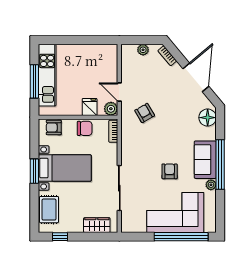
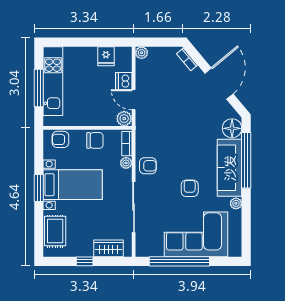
plant: (143, 50) -> (142, 53), moved
dishwasher: (110, 75) -> (124, 81), added
fridge: (90, 107) -> (106, 56), moved, turned 180
armchair: (145, 113) -> (148, 166), moved, turned 120
plant: (113, 149) -> (126, 163), added
sofa: (205, 160) -> (230, 168), width x1.36
window: (220, 165) -> (246, 160), moved
window: (60, 237) -> (85, 261), moved
window: (181, 237) -> (179, 261), moved

